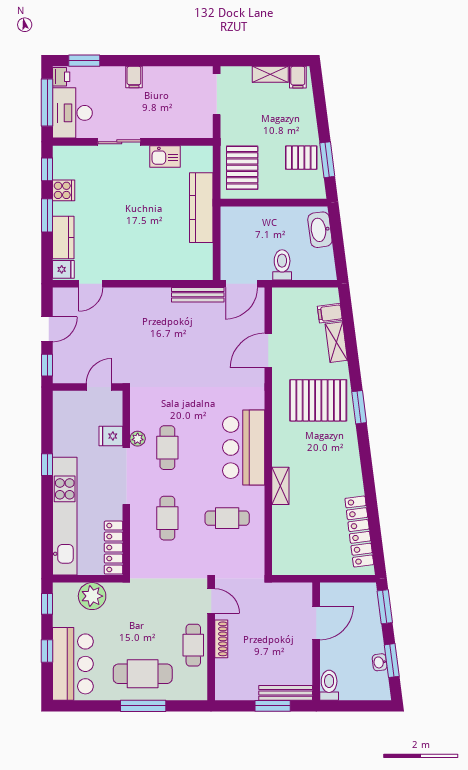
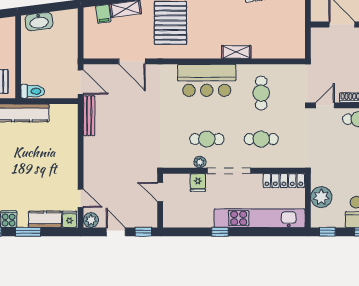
toilet: (282, 265) -> (33, 91), moved, turned 180
plant: (62, 297) -> (91, 220), added

